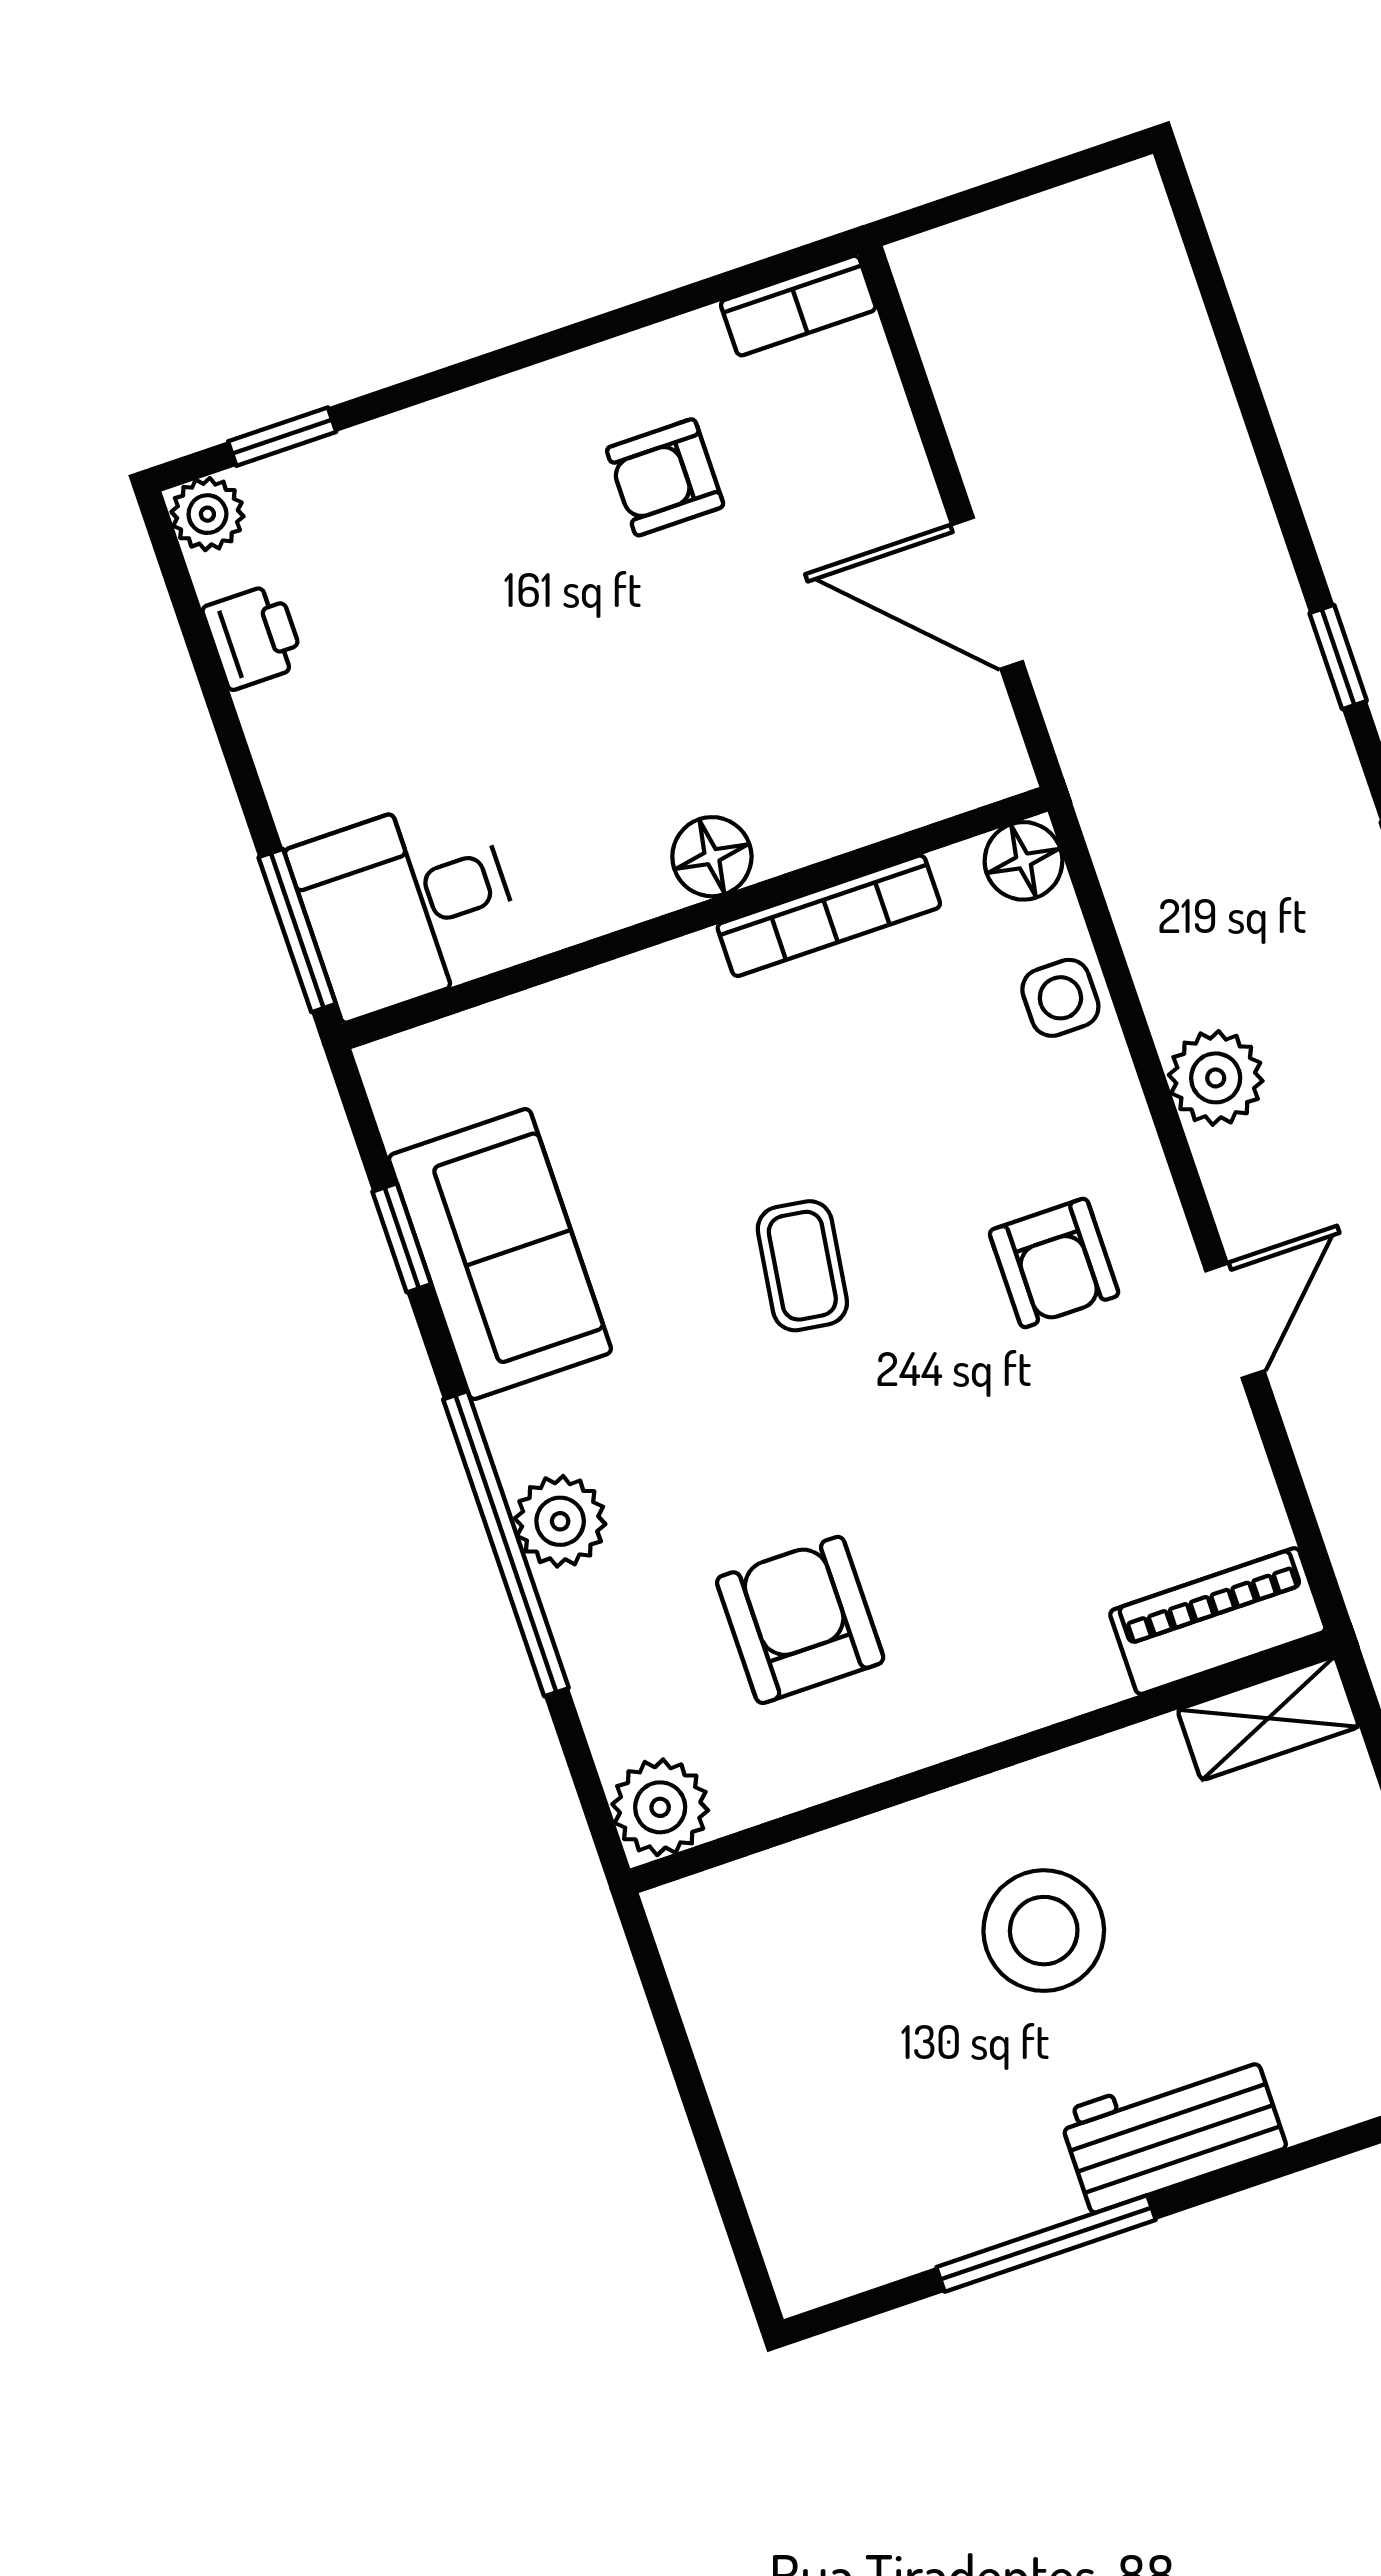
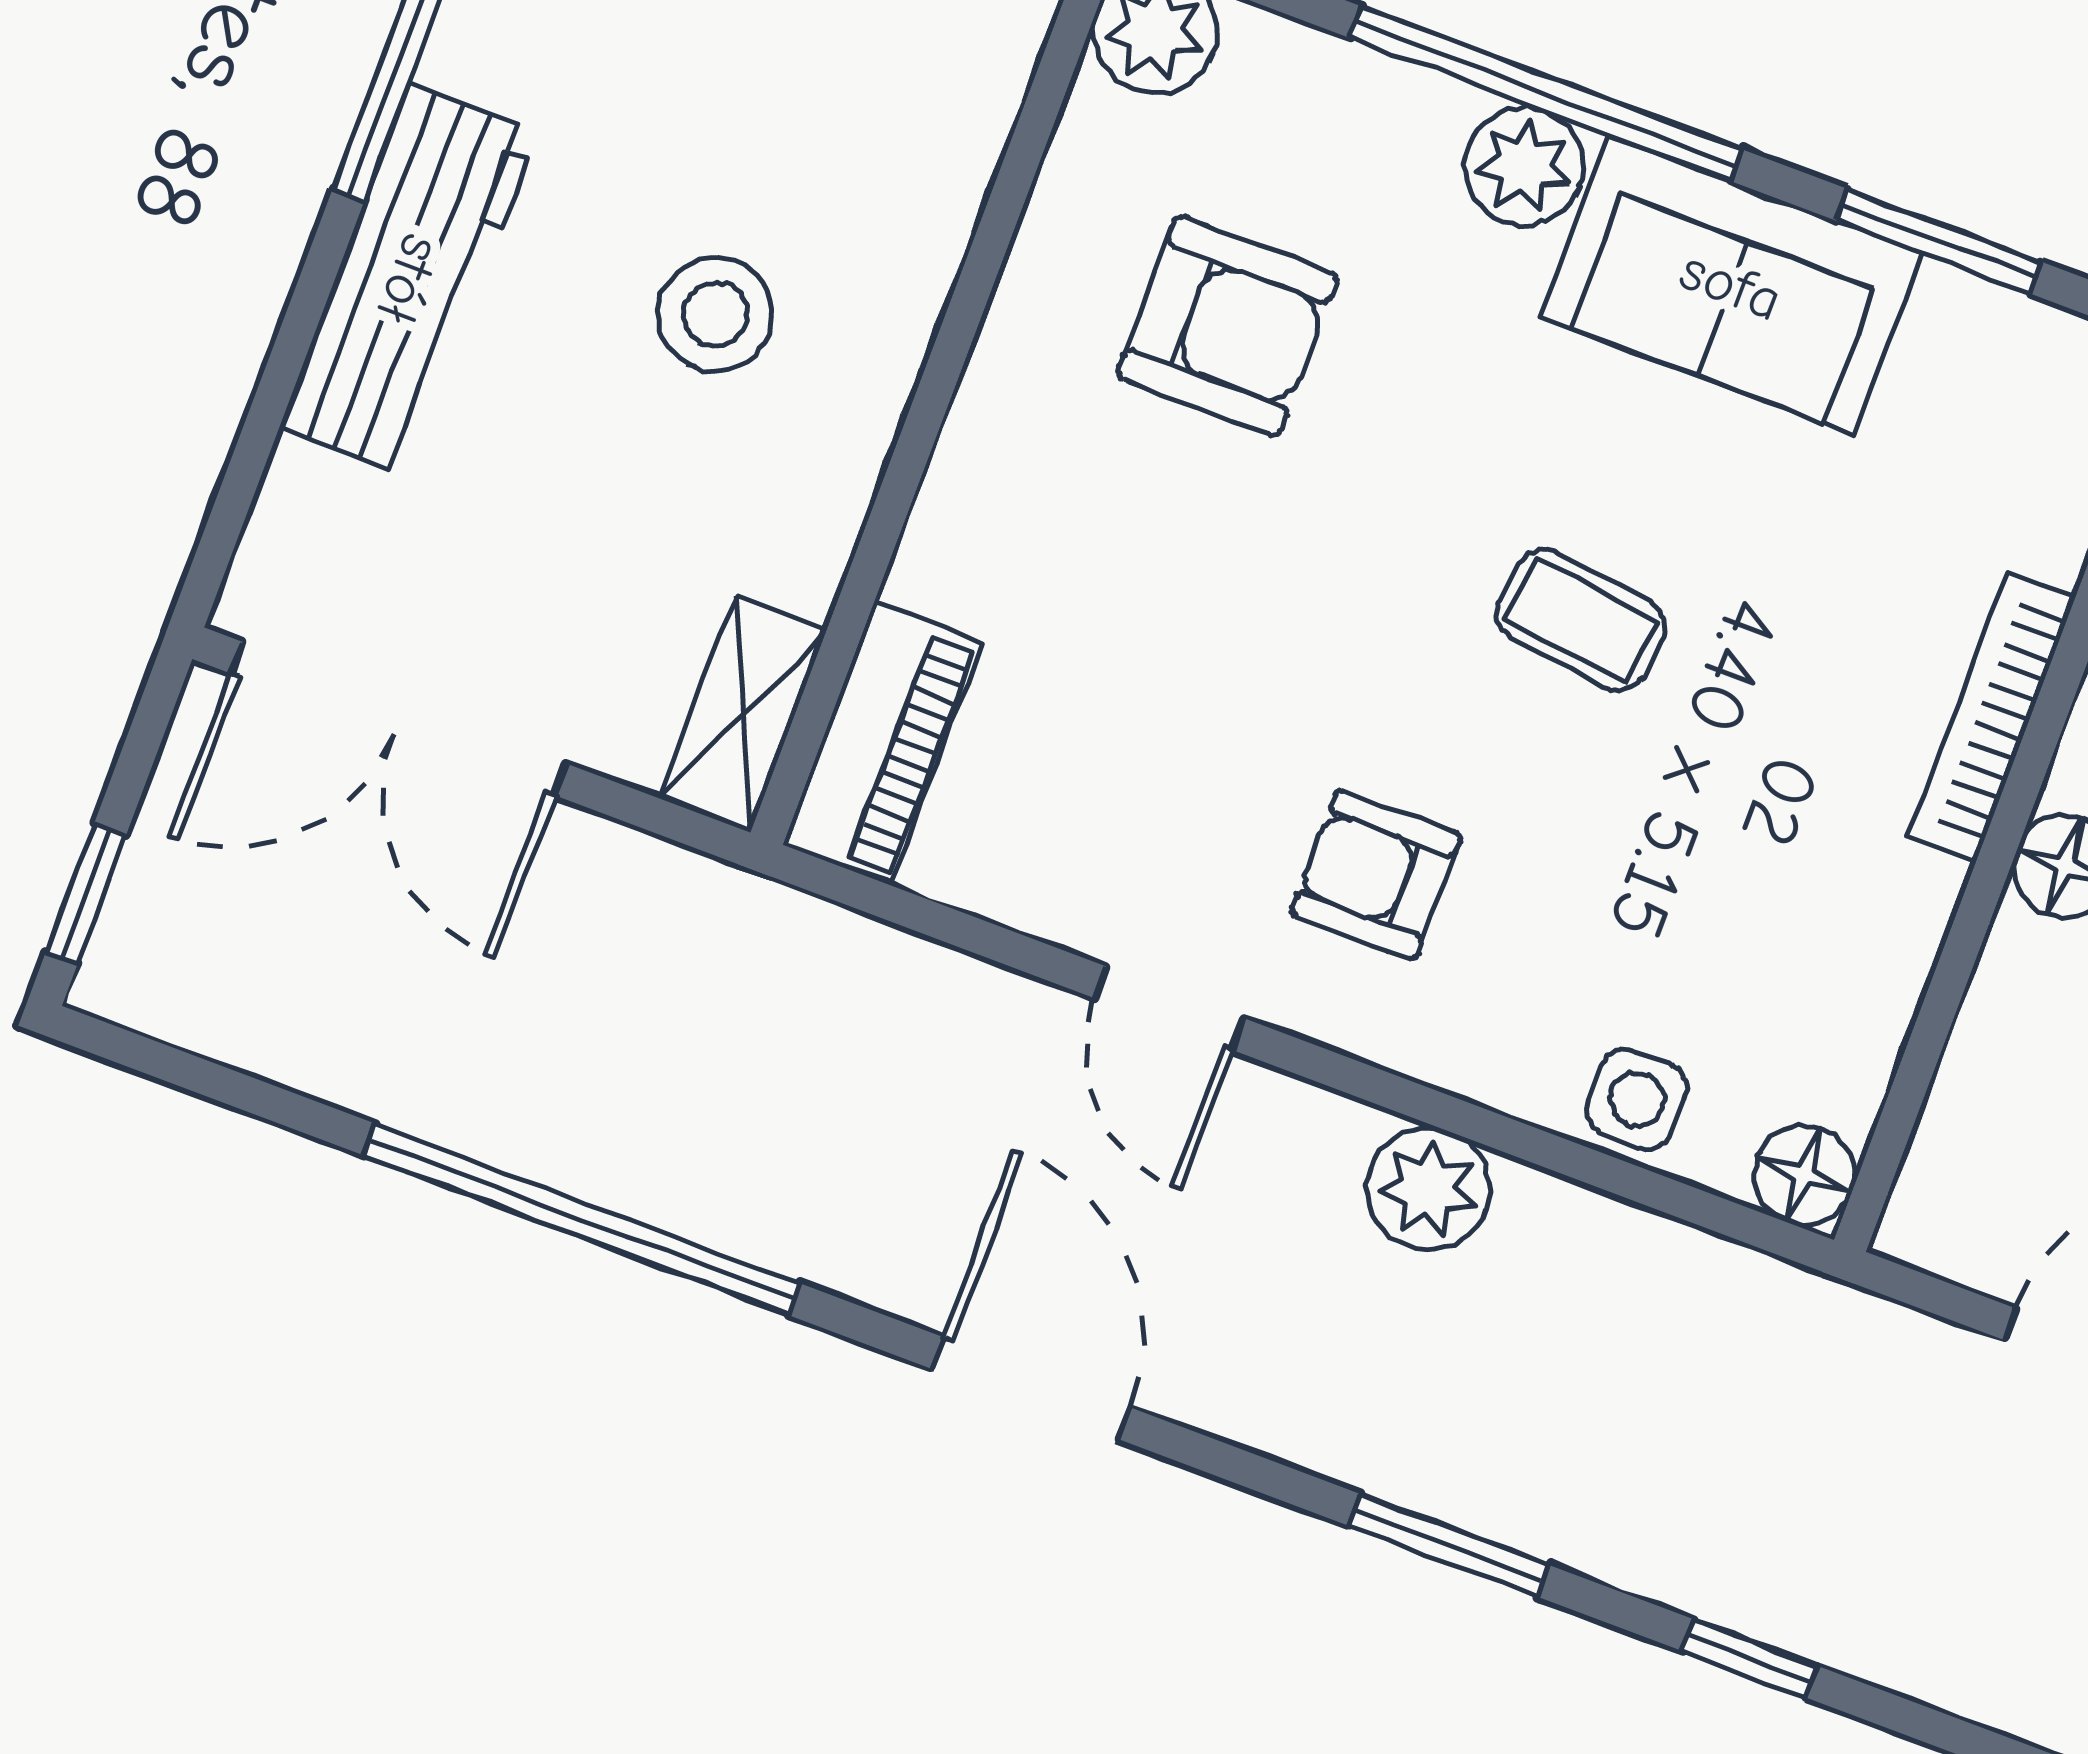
bookcase: (829, 916) -> (1991, 717), moved
window: (402, 1238) -> (1939, 241), width x1.50
sofa: (500, 1254) -> (1731, 285), moved
stool: (1044, 1931) -> (715, 314), width x0.73, depth x0.73
workbench: (1173, 2130) -> (409, 279), width x1.37

